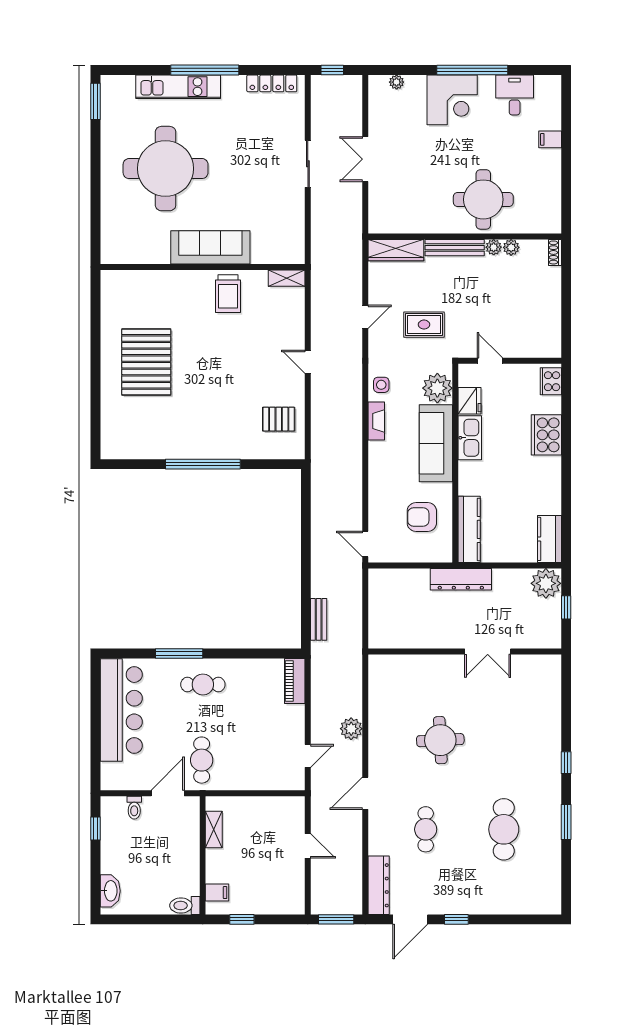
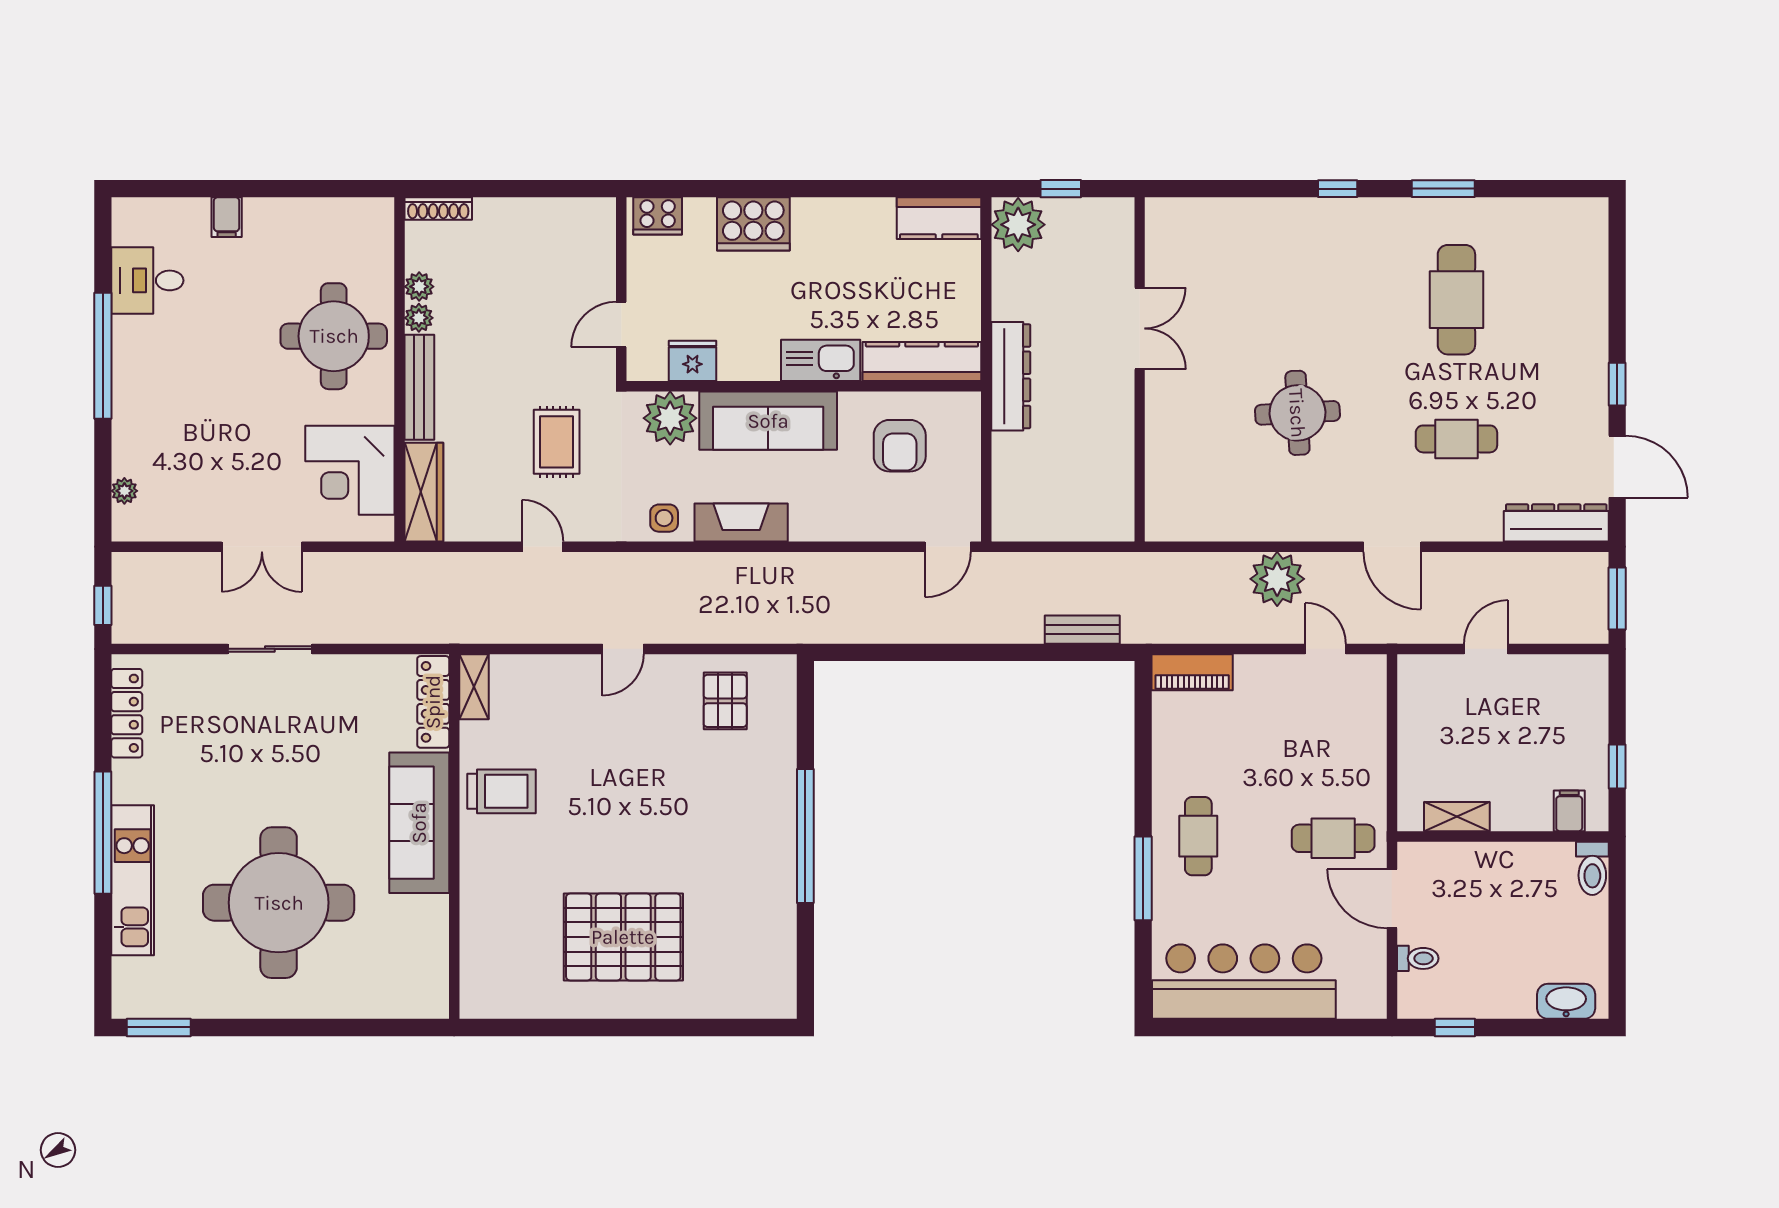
corner desk: (452, 100) -> (350, 470), moved, turned 180
shoe rack: (555, 252) -> (438, 208), width x1.43
locker: (278, 255) -> (433, 702), added
fireplace: (376, 421) -> (741, 522), width x1.37, depth x1.32
kitchen sink: (470, 438) -> (821, 360), moved
plant: (351, 729) -> (1277, 579), width x1.36, depth x1.36
cafe table: (504, 829) -> (1456, 300), turned 90

